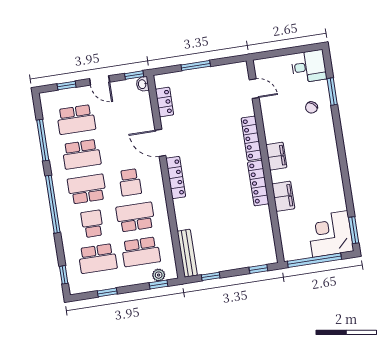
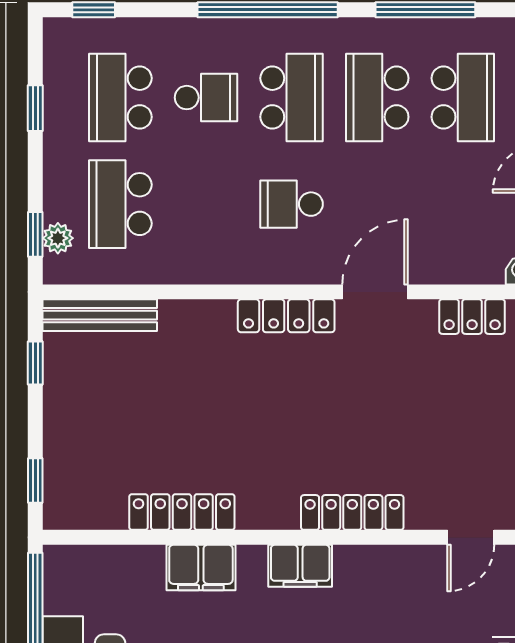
school desk: (76, 119) -> (463, 98), turned 180
locker: (258, 183) -> (182, 512), moved
school desk: (135, 217) -> (206, 204), removed

